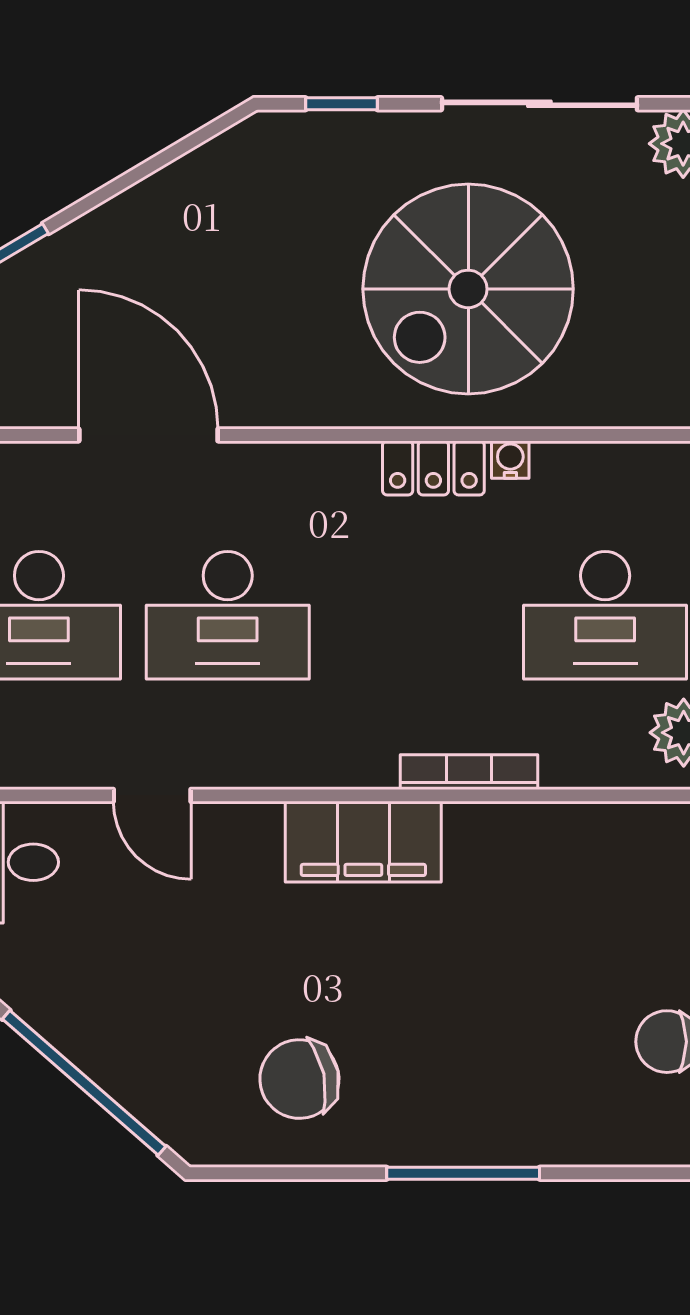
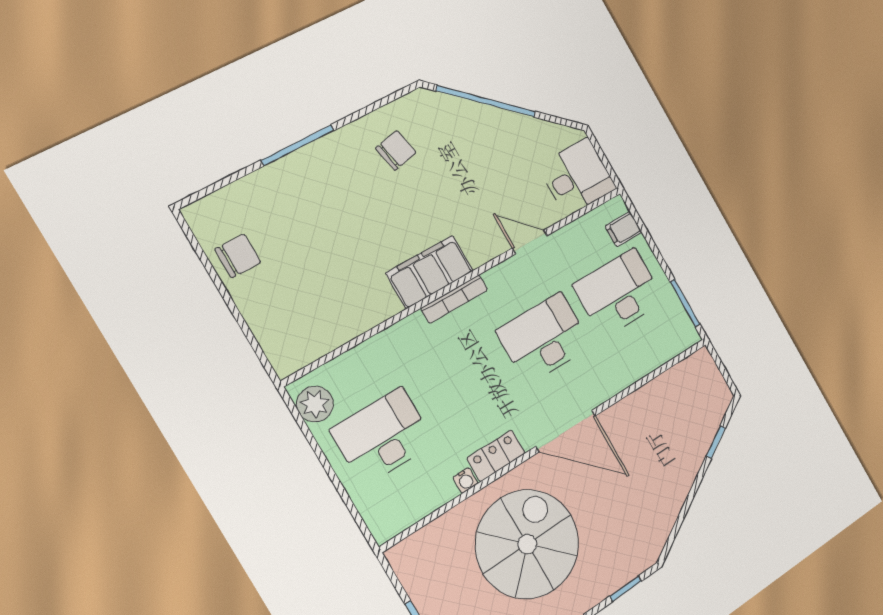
door: (148, 435) -> (566, 431), moved
bookcase: (469, 772) -> (454, 299), moved
chair: (299, 1079) -> (396, 150), width x0.73, depth x0.73

